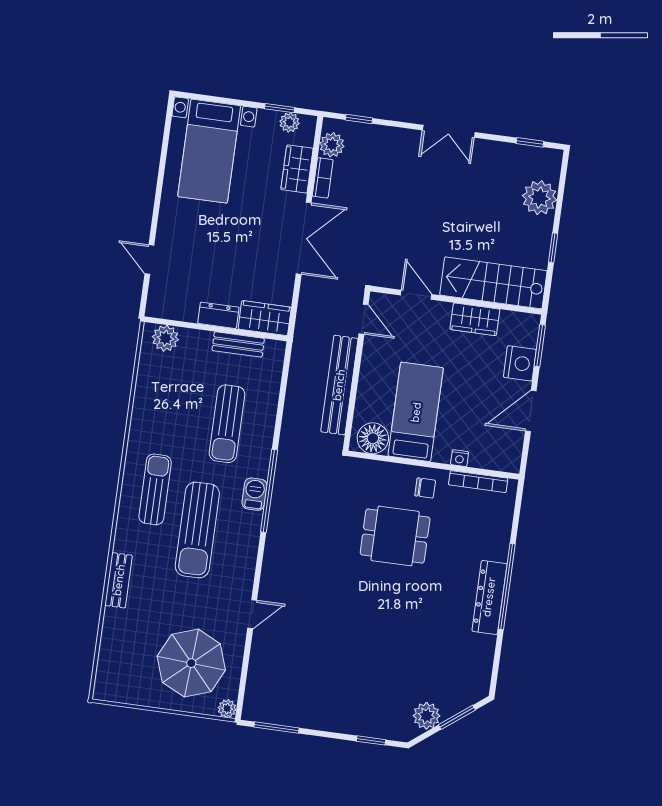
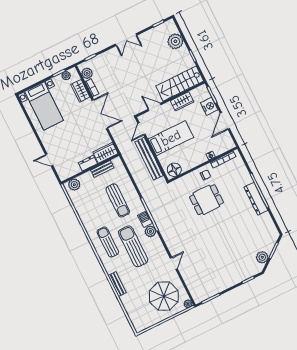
door: (364, 319) -> (142, 129), swing flipped
bed: (416, 412) -> (171, 138), moved, turned 90
plant: (249, 524) -> (150, 231), added
sun lounger: (197, 530) -> (133, 246), turned 180

